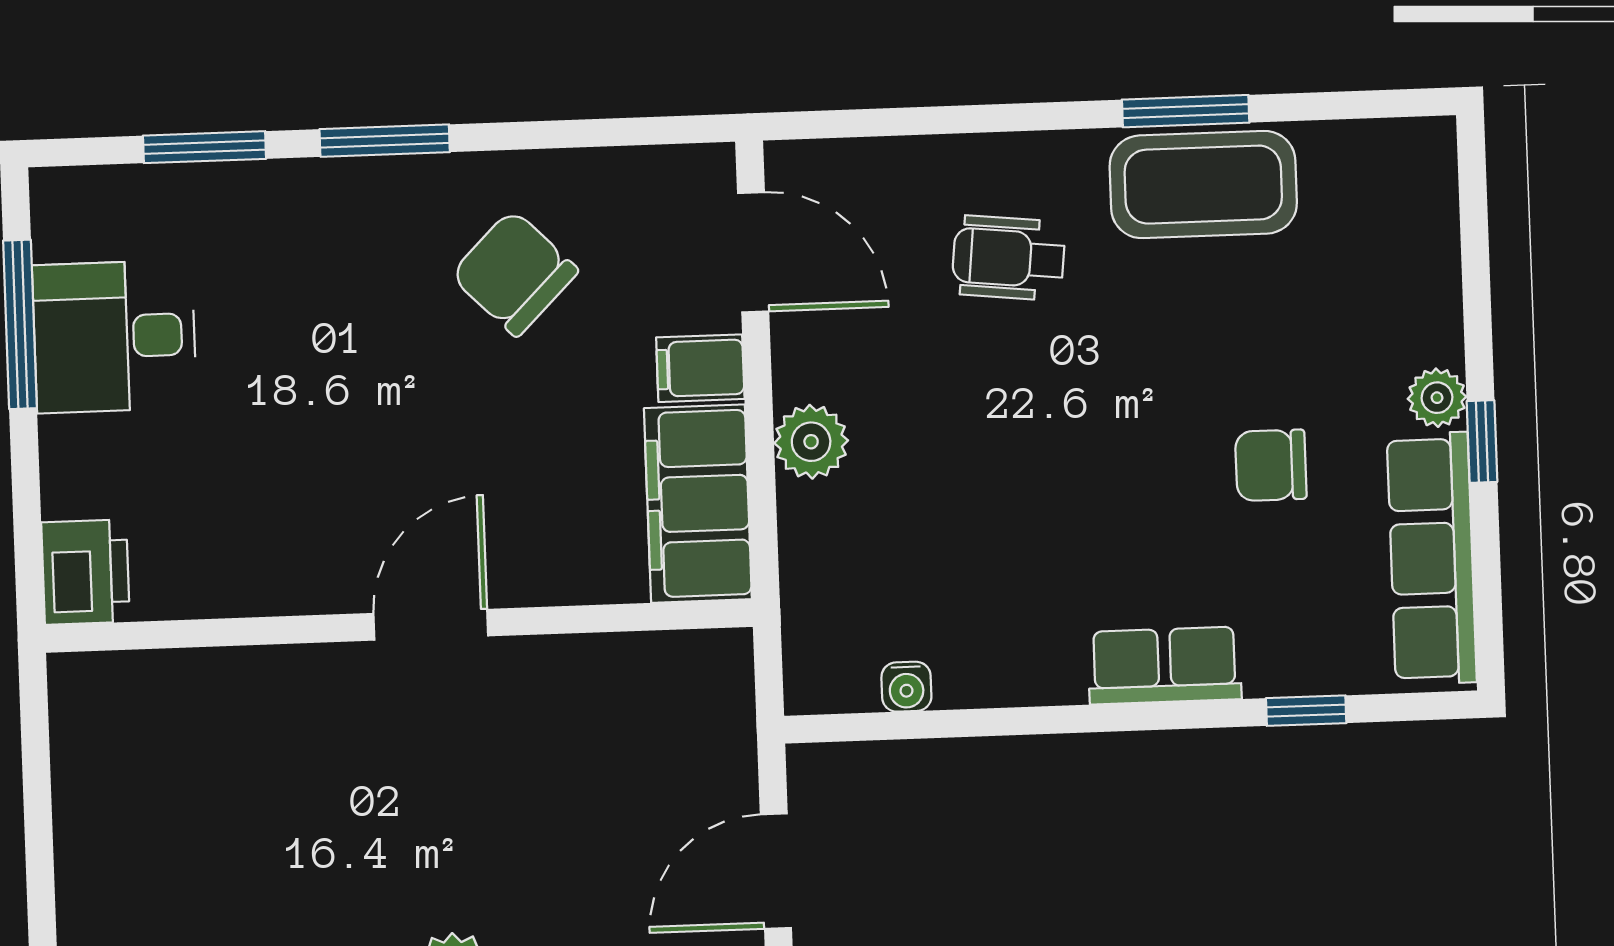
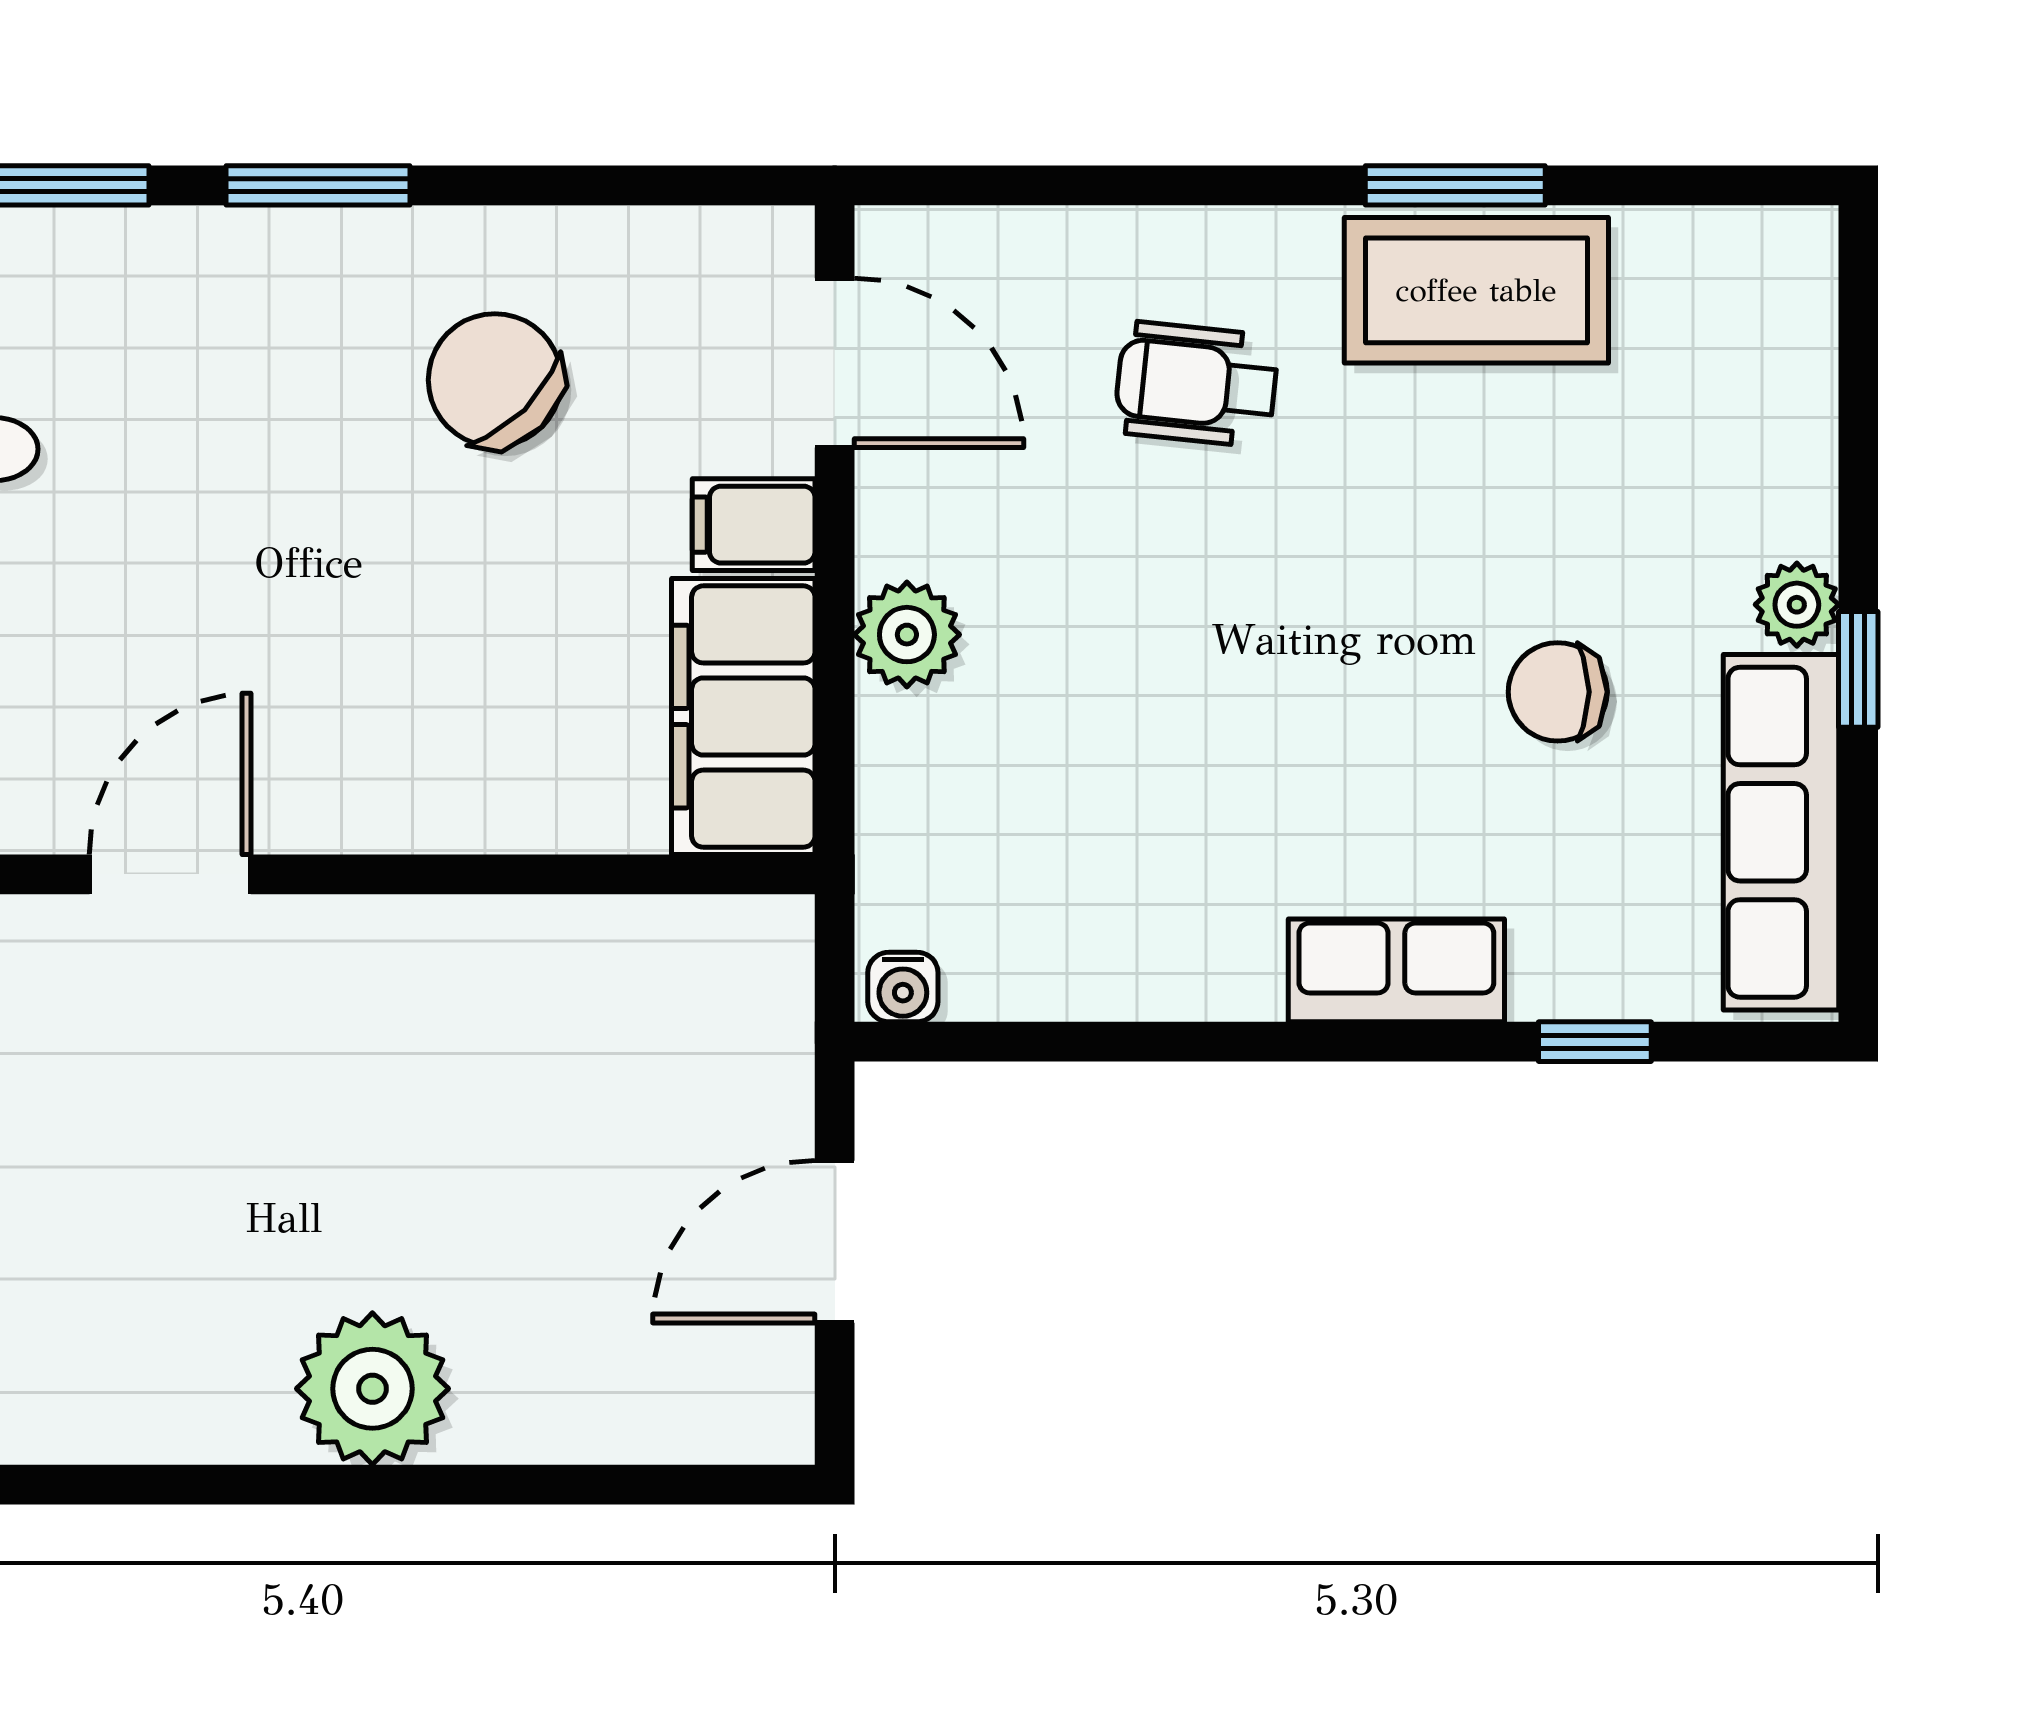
door: (431, 625) -> (170, 874), moved
water cooler: (906, 687) -> (903, 987), moved

